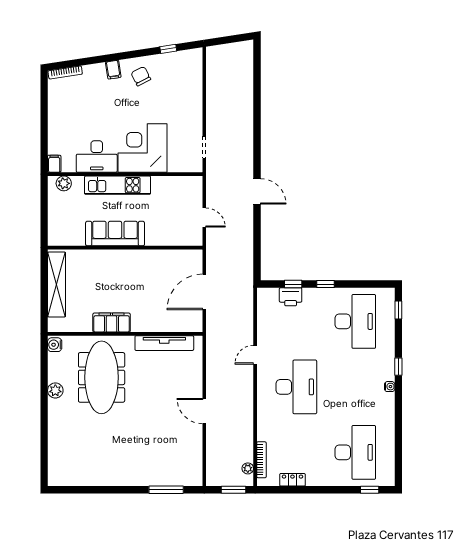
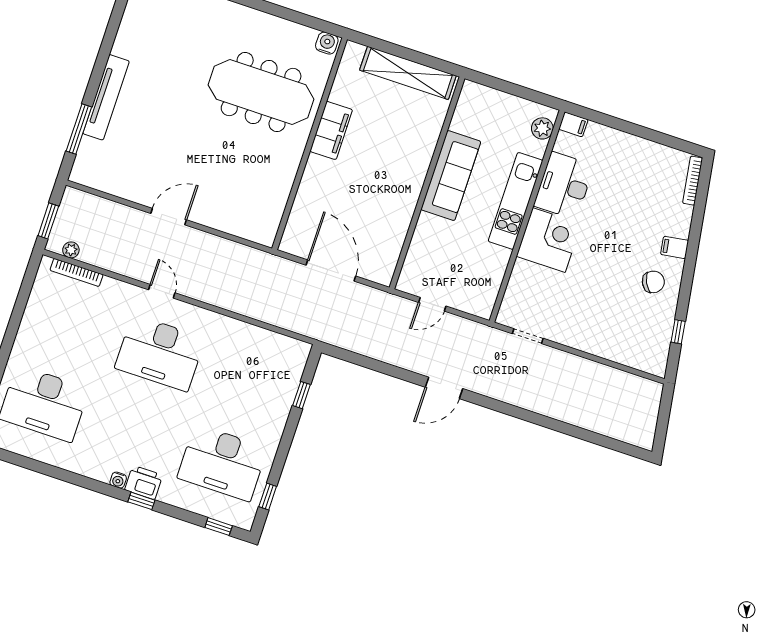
corner desk: (143, 148) -> (549, 240), width x0.74, depth x0.74
window: (326, 284) -> (268, 497), moved
printer: (291, 297) -> (144, 482), moved, turned 90
tv unit: (164, 343) -> (106, 97), moved, turned 180
door: (255, 355) -> (162, 291), moved
plant: (55, 390) -> (264, 23), removed
locker: (292, 480) -> (35, 306), removed

